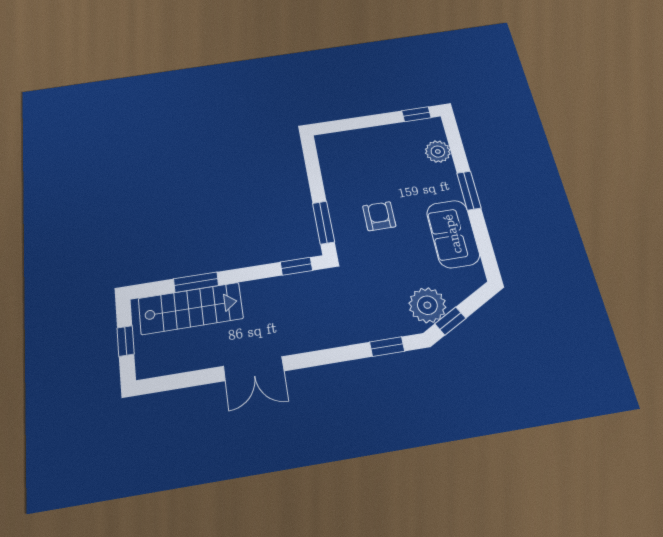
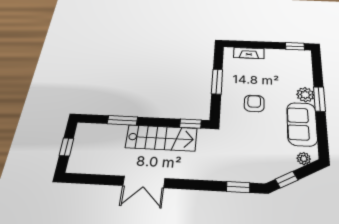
fireplace: (353, 138) -> (249, 53), added
plant: (438, 152) -> (305, 95), moved
window: (323, 223) -> (217, 82), moved
plant: (427, 305) -> (304, 159), moved, width x0.53, depth x0.53
stairs: (190, 308) -> (161, 138), moved

